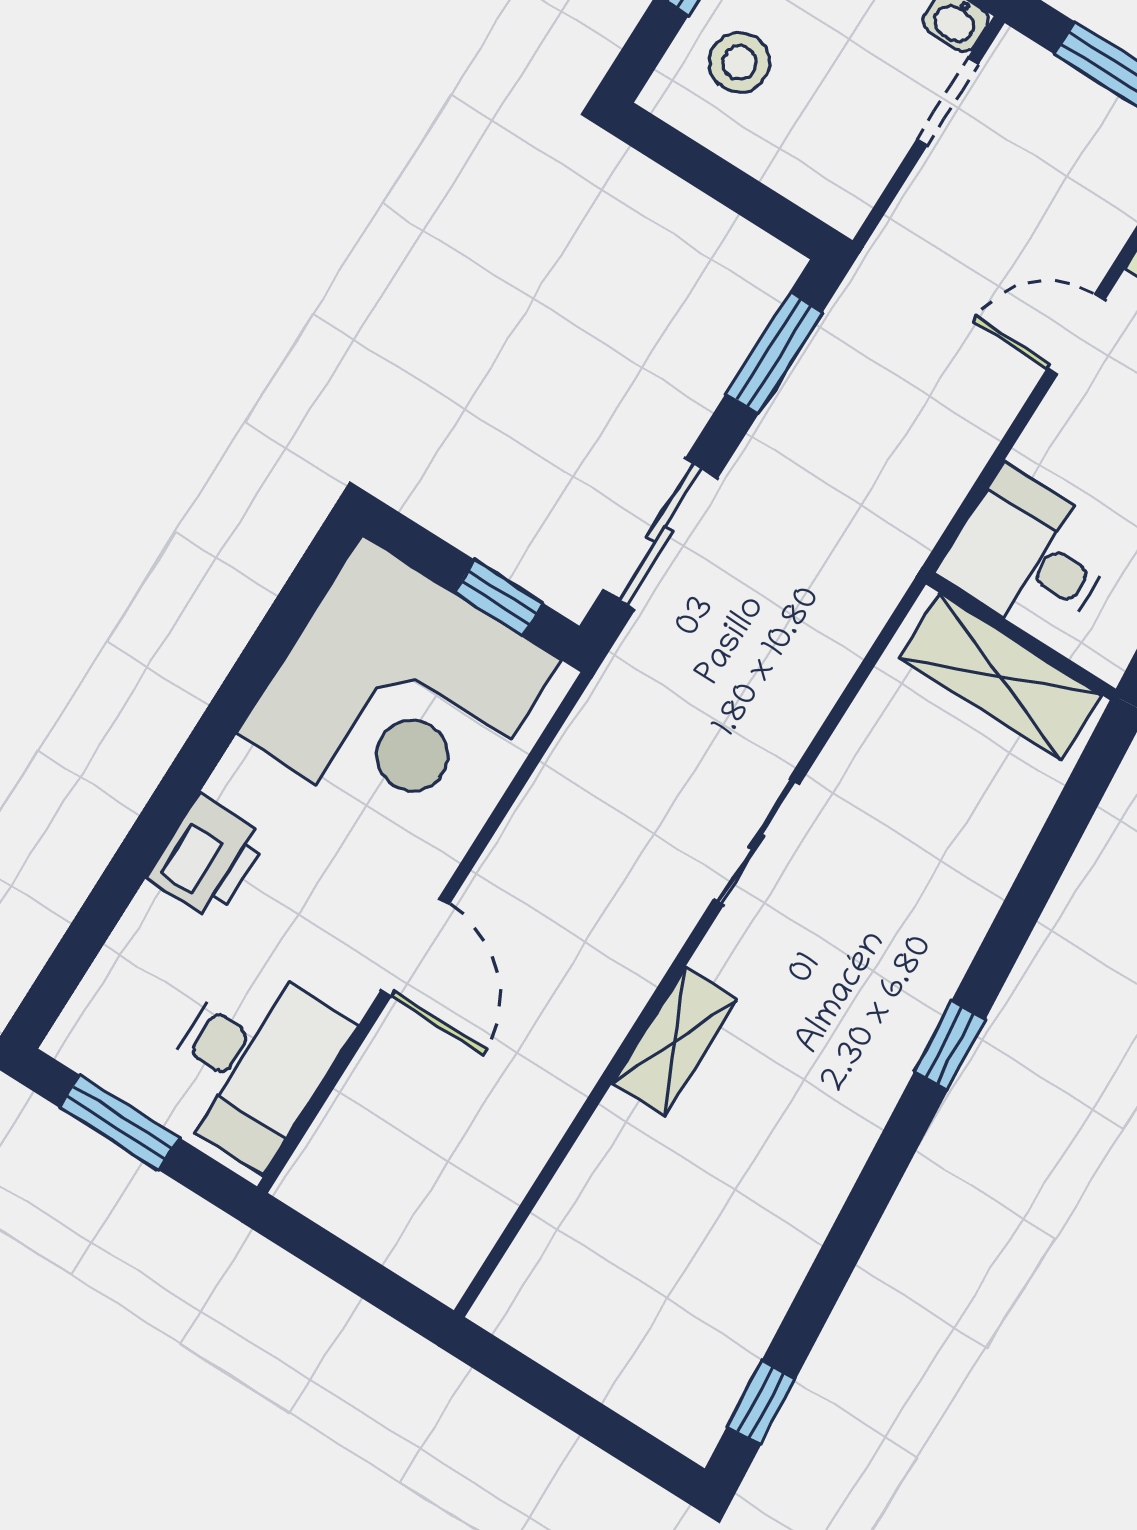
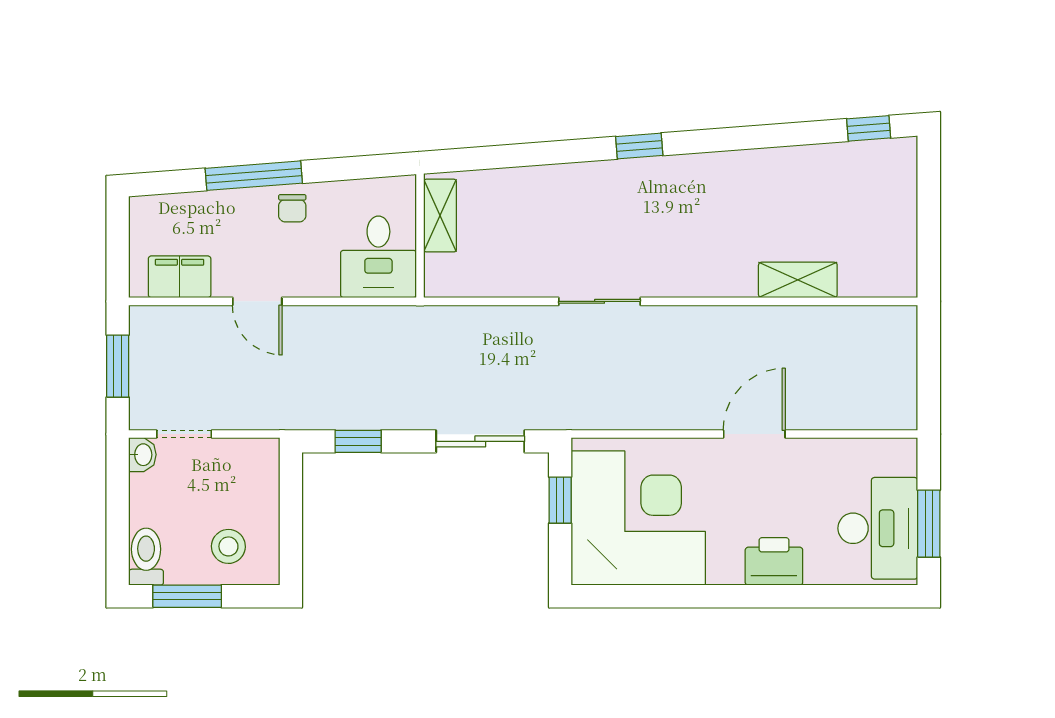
window: (774, 353) -> (358, 441), width x0.67
shelving: (1000, 676) -> (440, 216), width x0.67, depth x0.75
shelving: (675, 1041) -> (798, 280), moved
desk: (252, 1063) -> (878, 528), moved, turned 90

